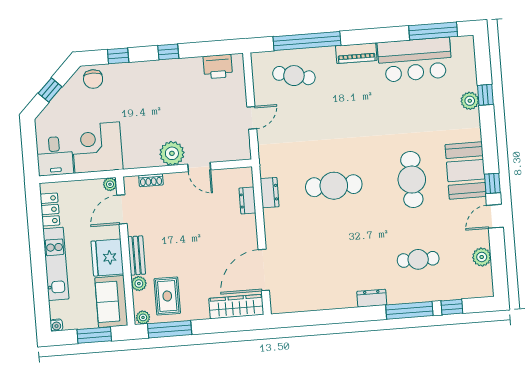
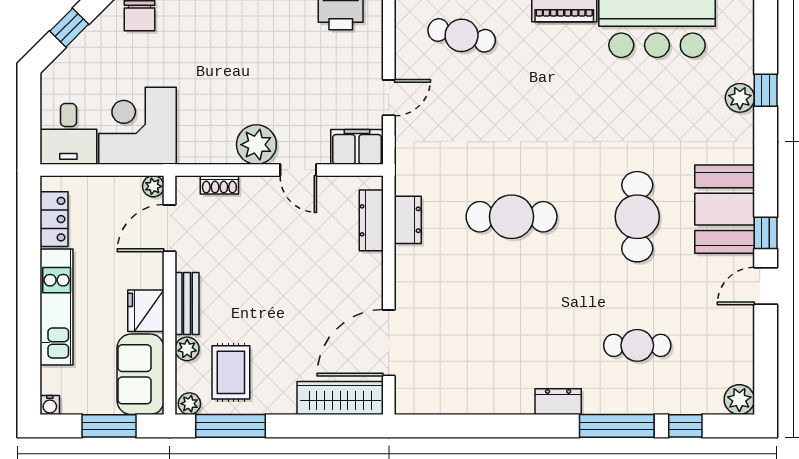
filing cabinet: (235, 150) -> (357, 147), added
dresser: (247, 201) -> (371, 220), width x1.44
plant: (482, 257) -> (739, 400), moved
fridge: (107, 258) -> (146, 311), width x0.73, depth x0.75

